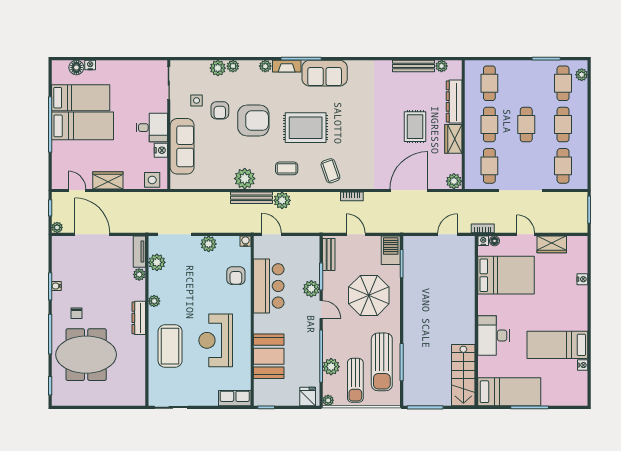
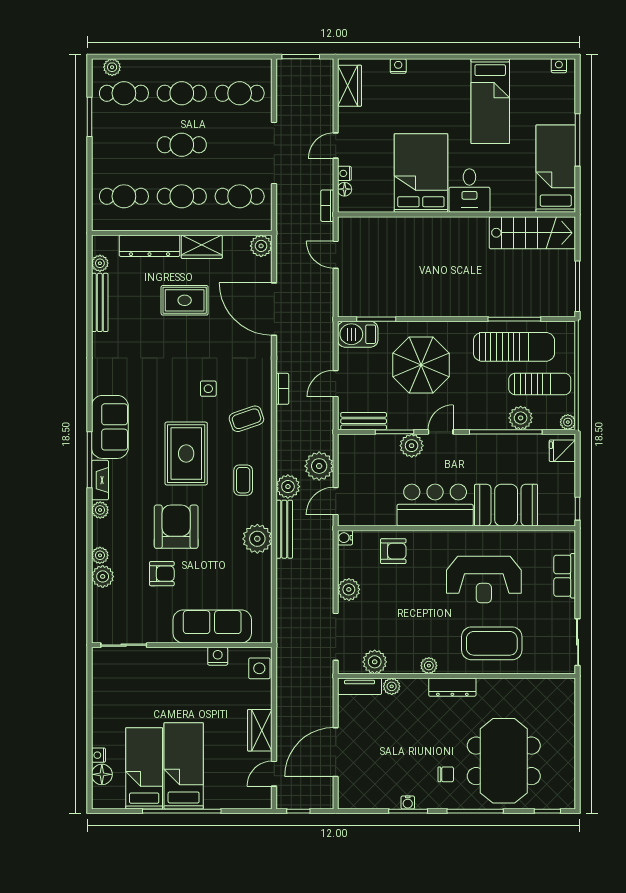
side table: (197, 100) -> (208, 389), moved
desk: (152, 128) -> (186, 669), removed
plant: (57, 227) -> (319, 466), moved, width x1.87, depth x1.87
nightstand: (483, 241) -> (344, 173), moved
wardrobe: (552, 244) -> (350, 86), moved
bed: (506, 275) -> (421, 173), moved
bar counter: (269, 286) -> (435, 505), moved
desk: (494, 335) -> (469, 191), width x0.73
nightstand: (583, 365) -> (559, 66), moved
row of seats: (235, 398) -> (565, 576), moved

